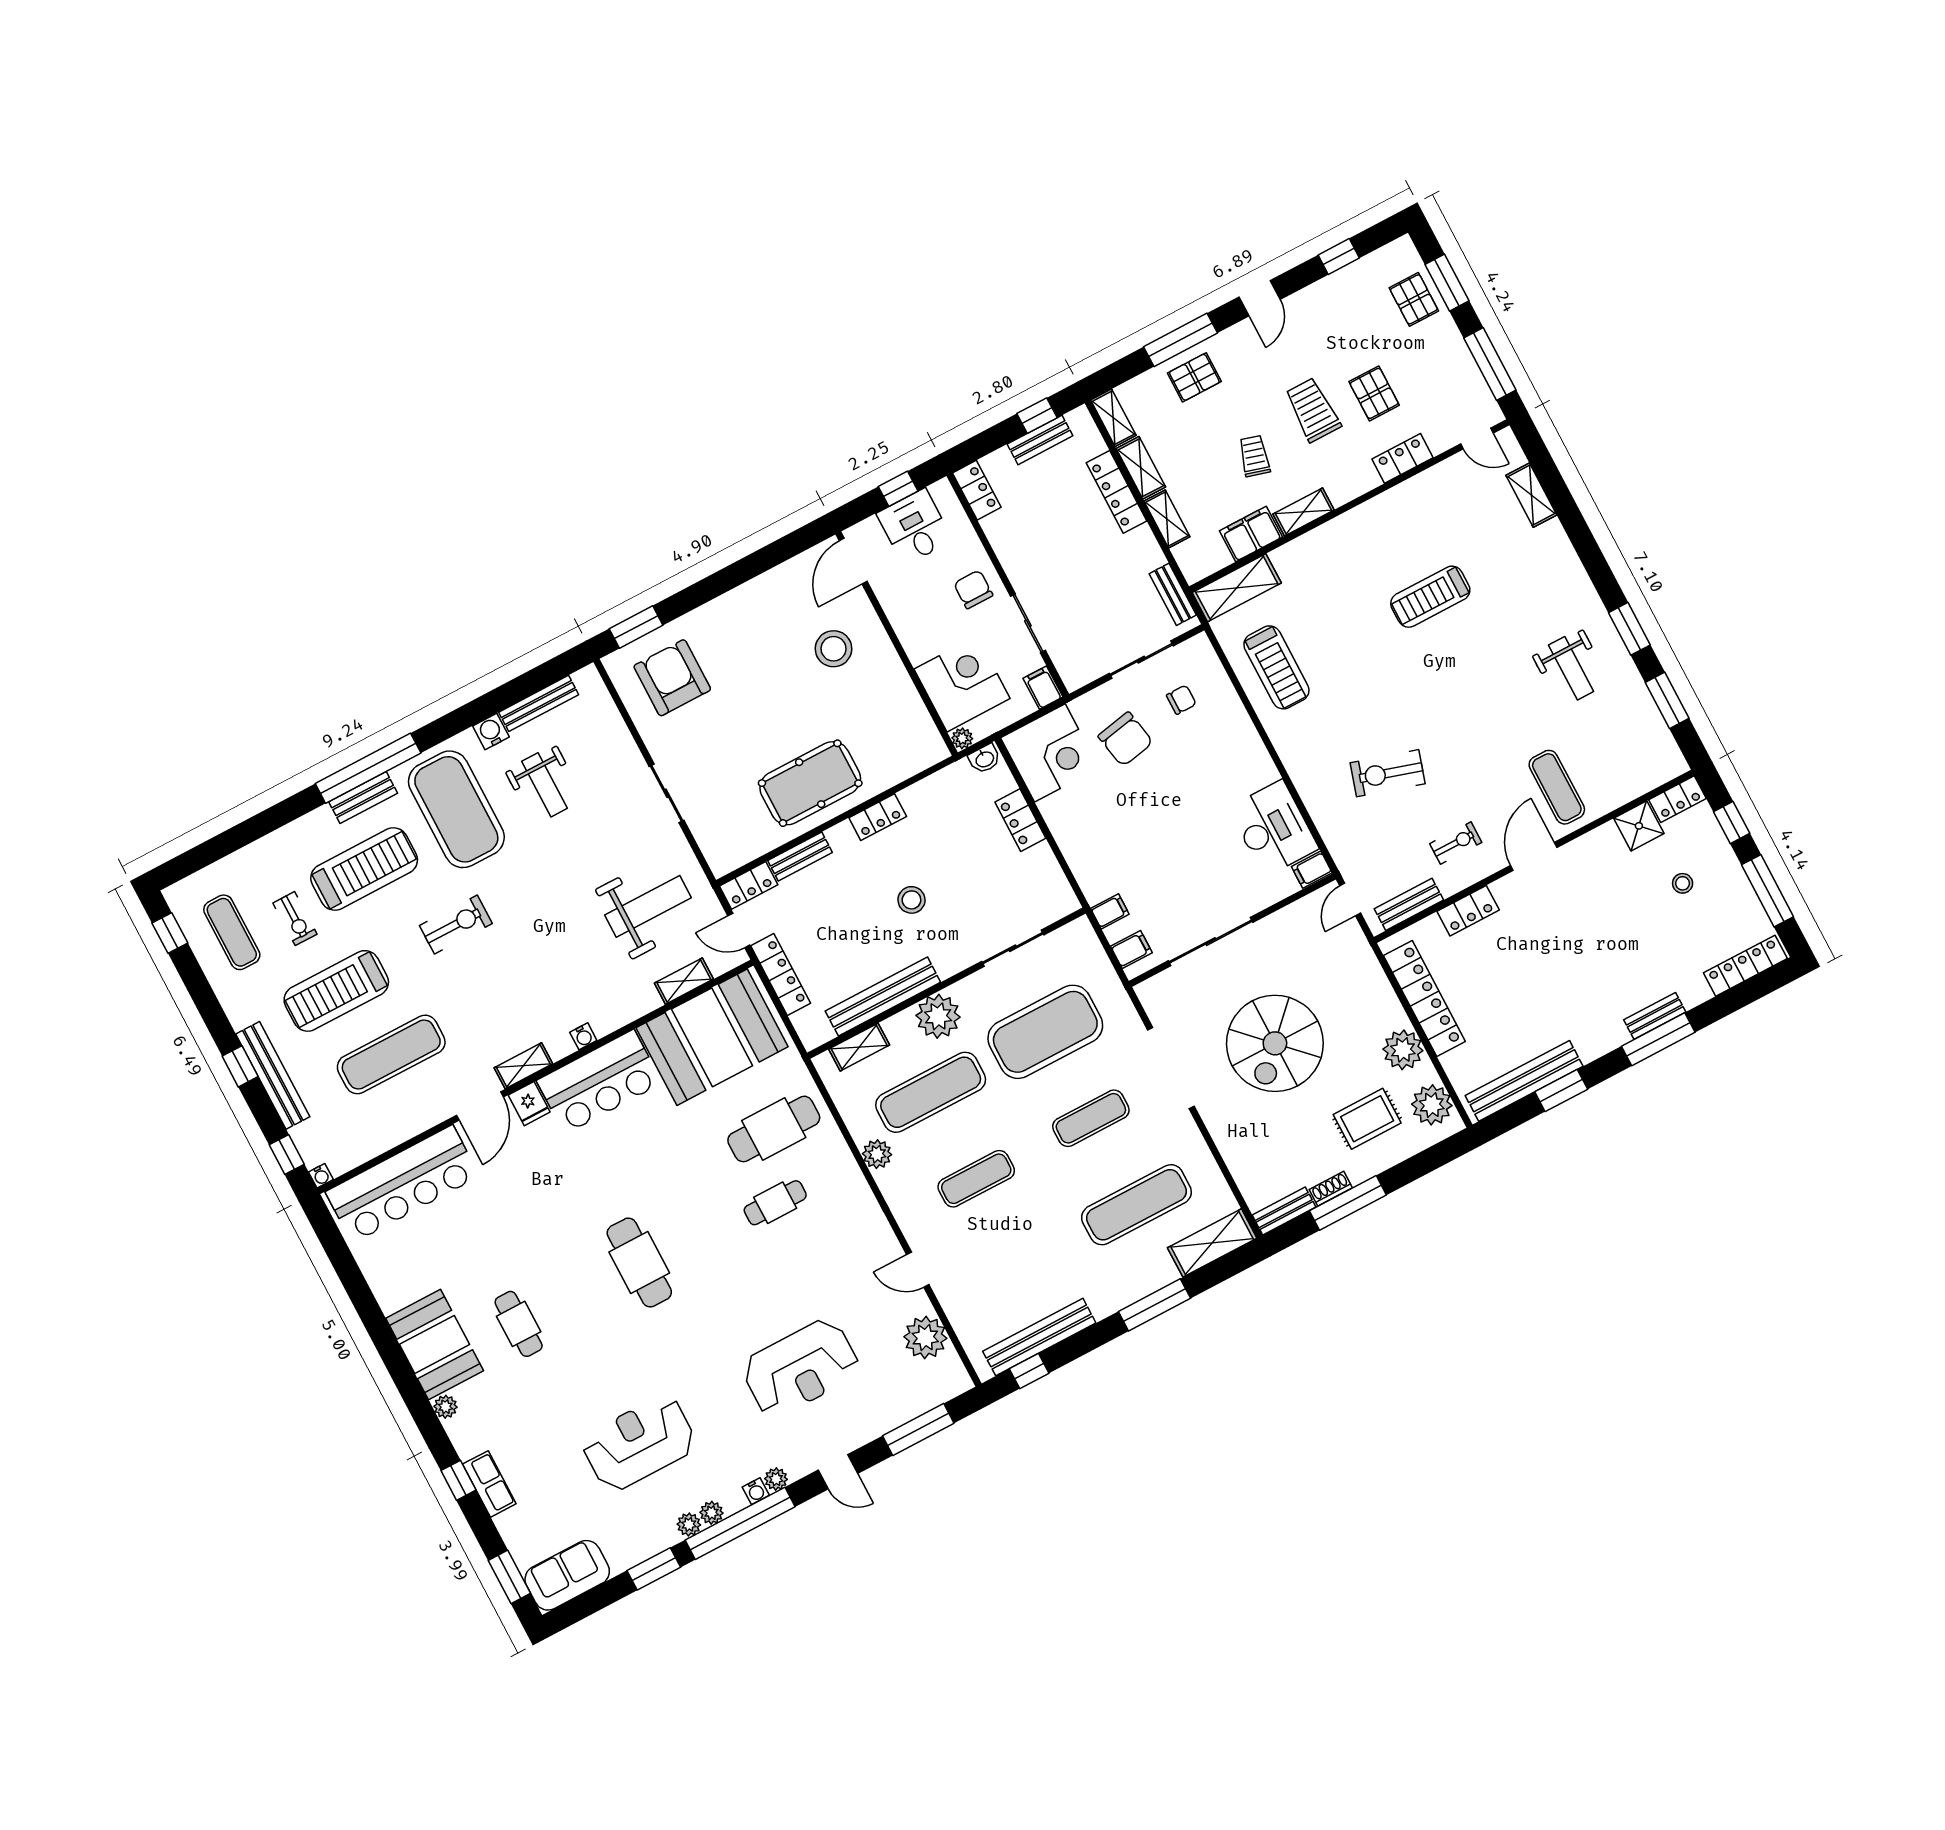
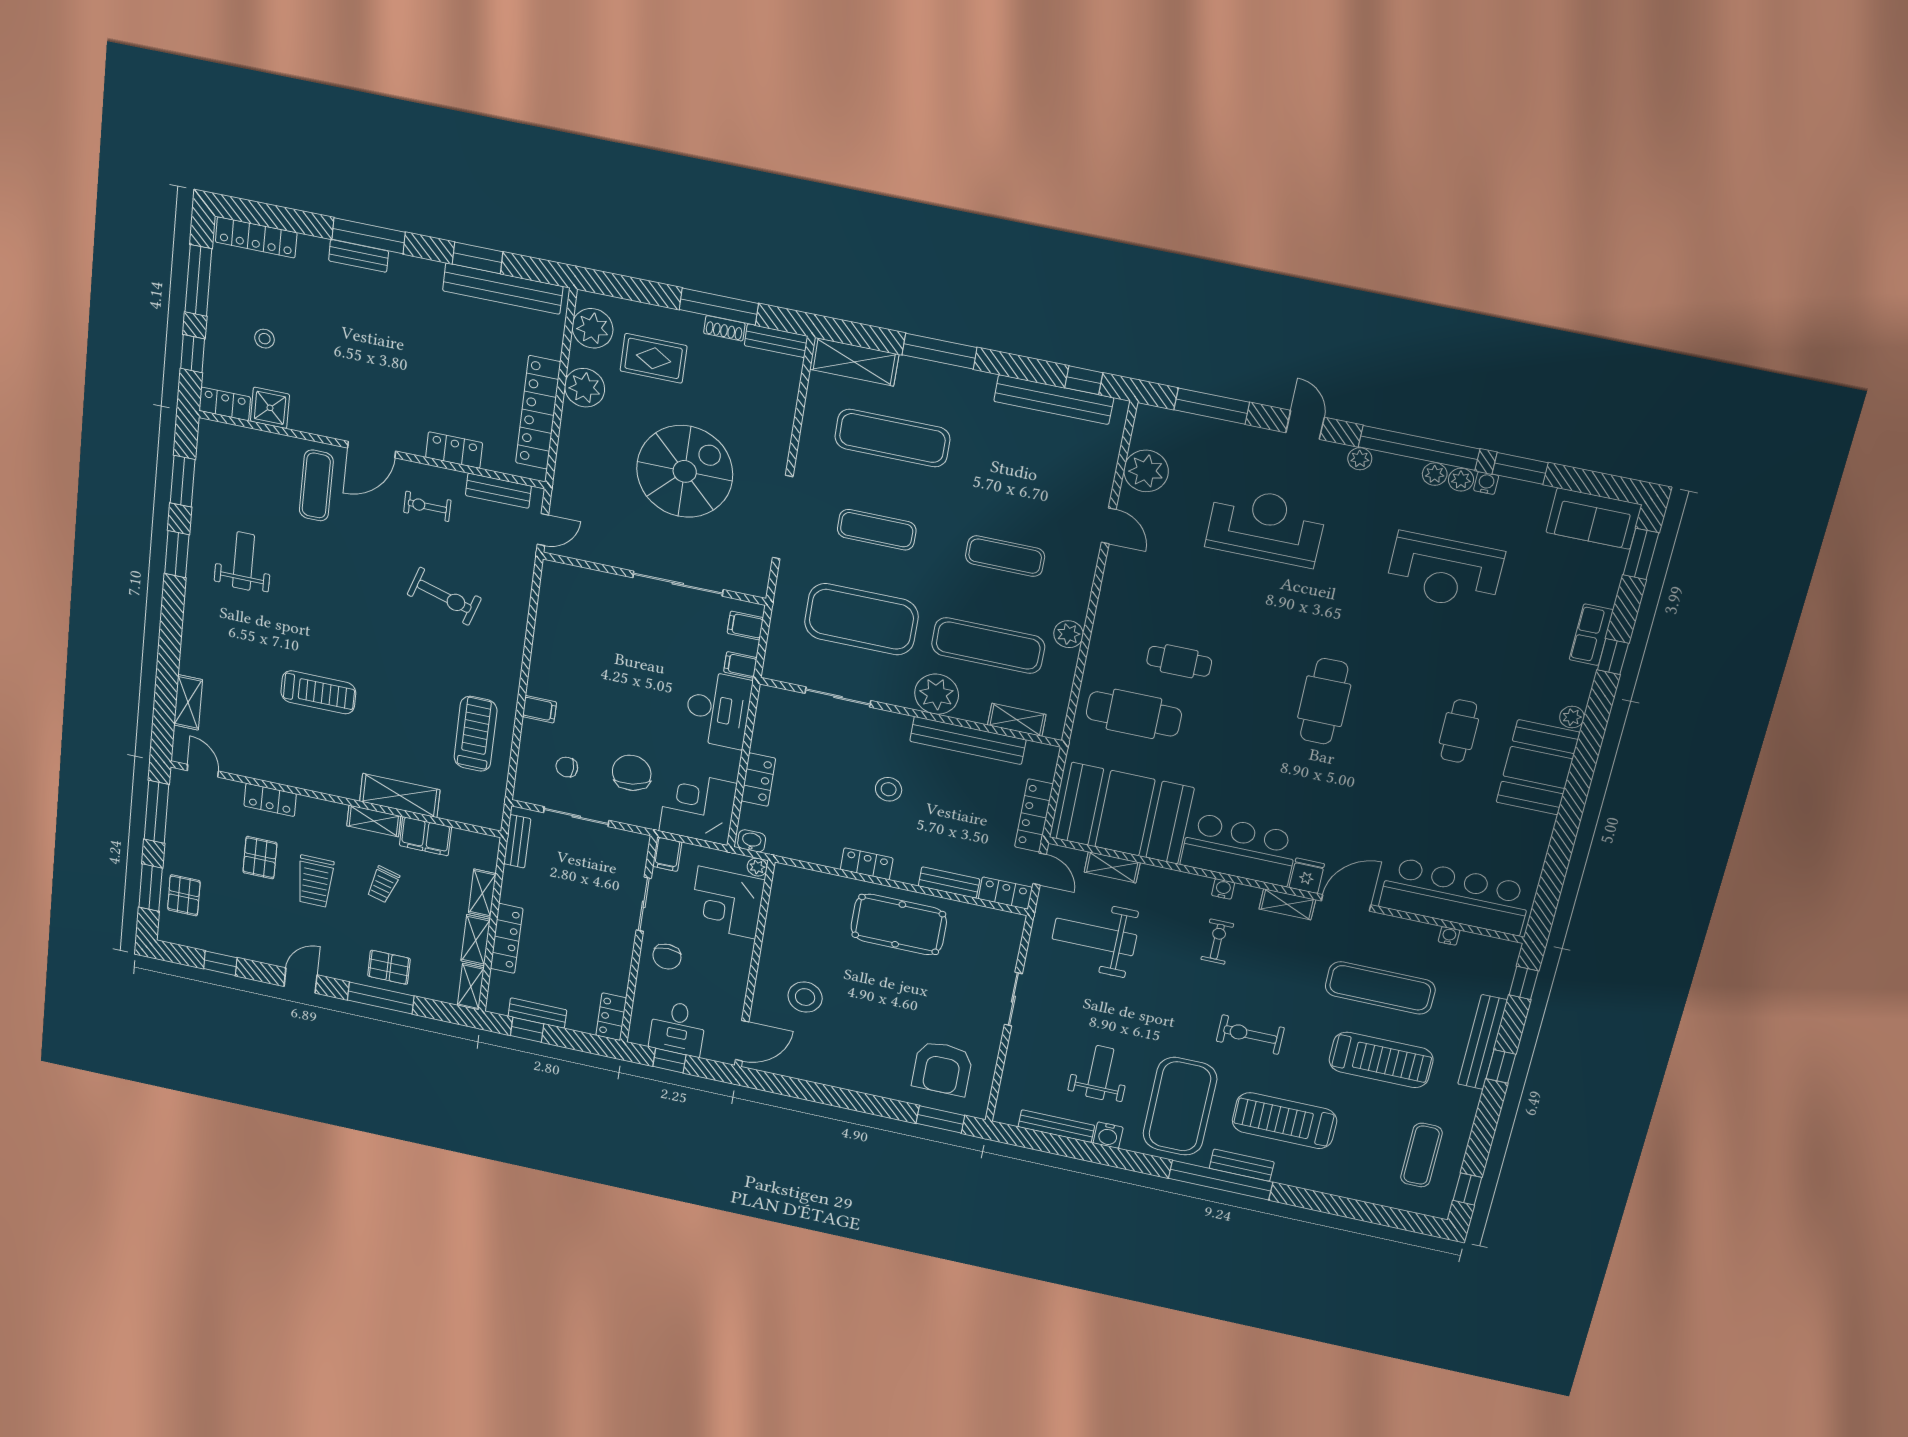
shelving: (1237, 588) -> (400, 796), moved
desk: (1273, 828) -> (718, 709), moved, turned 180
filing cabinet: (1312, 870) -> (539, 709), moved
exercise bike: (295, 919) -> (1217, 942), moved
water cooler: (321, 1176) -> (1449, 936), moved
water cooler: (756, 1491) -> (1486, 483), moved

